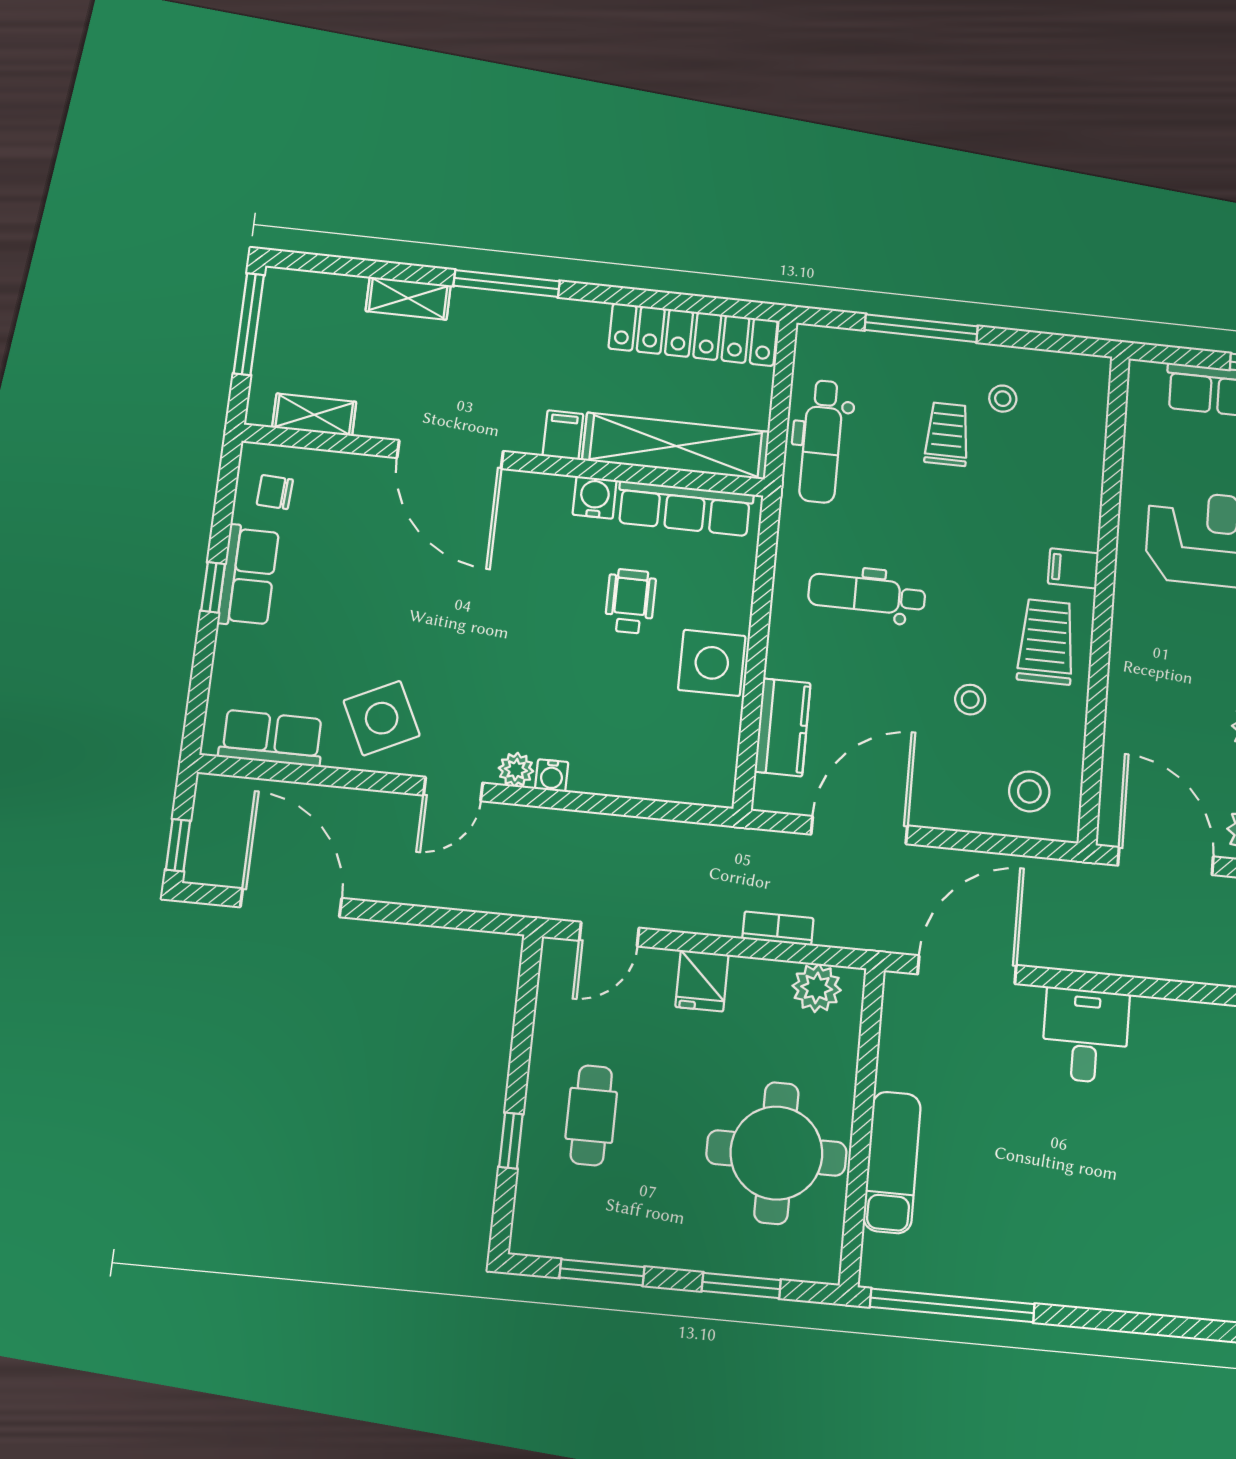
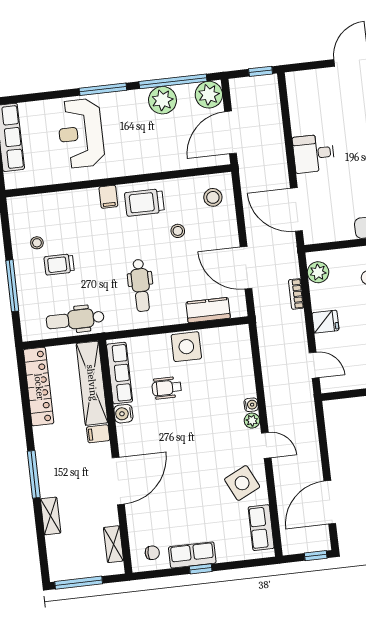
dental chair: (822, 441) -> (75, 319), turned 180
chair: (275, 492) -> (152, 553), turned -93

